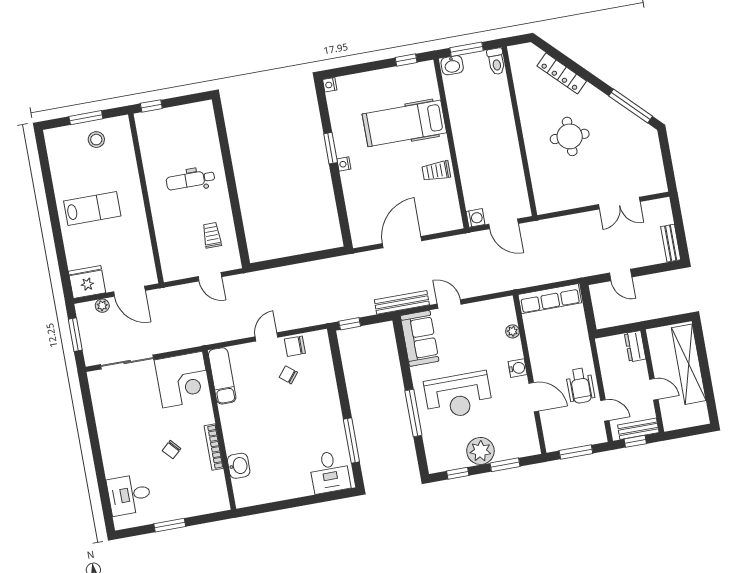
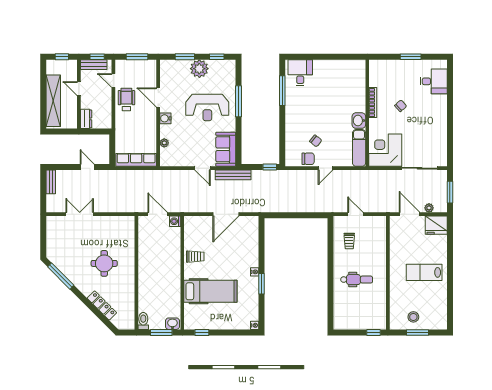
reception desk: (458, 396) -> (207, 107), turned 180
window: (688, 432) -> (62, 57), added
washbasin: (239, 466) -> (359, 121), moved

